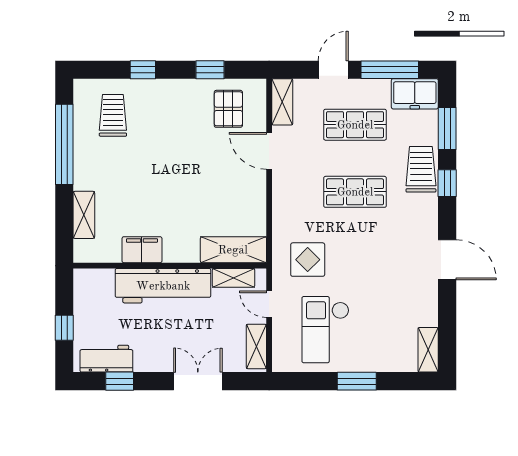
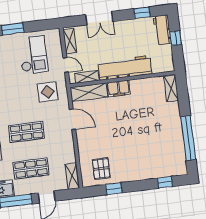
window: (143, 70) -> (165, 182), moved
trolley: (113, 115) -> (164, 157), removed
door: (269, 151) -> (72, 119), moved
shelving: (84, 215) -> (171, 88), moved
filing cabinet: (142, 250) -> (119, 88), moved
workbench: (106, 359) -> (162, 30), moved, turned 90

